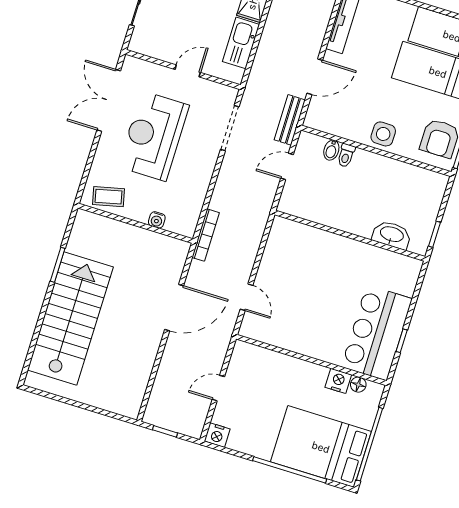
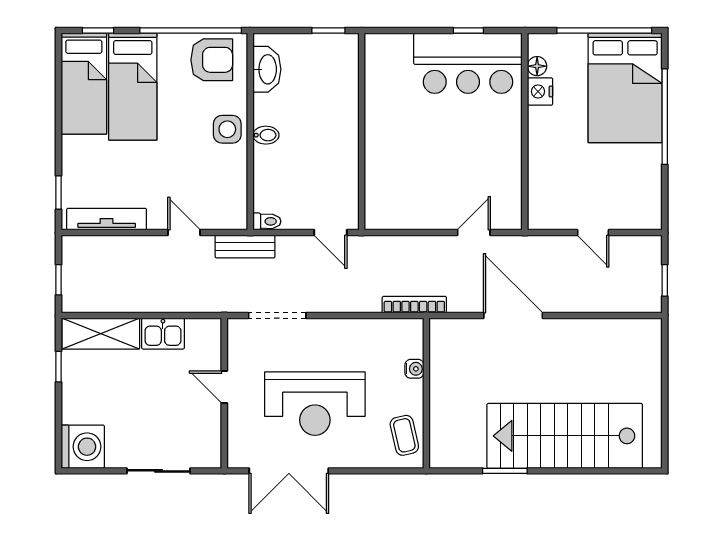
kitchen sink: (241, 43) -> (163, 334), width x0.73
door: (315, 77) -> (184, 233), width x0.73
bidet: (331, 150) -> (266, 135), moved
toilet: (346, 155) -> (267, 221), moved
door: (287, 166) -> (330, 233), moved
washbasin: (392, 235) -> (267, 69), moved, turned 180
nightstand: (217, 435) -> (650, 217), removed

